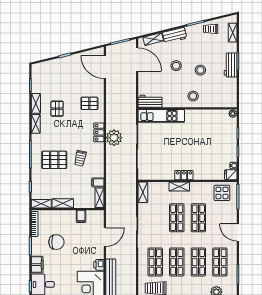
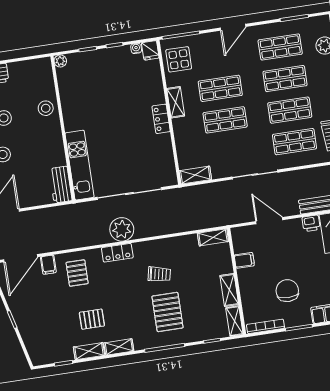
stool: (193, 96) -> (46, 108), moved
filing cabinet: (98, 182) -> (48, 265), moved
shelving: (179, 187) -> (176, 102), moved

